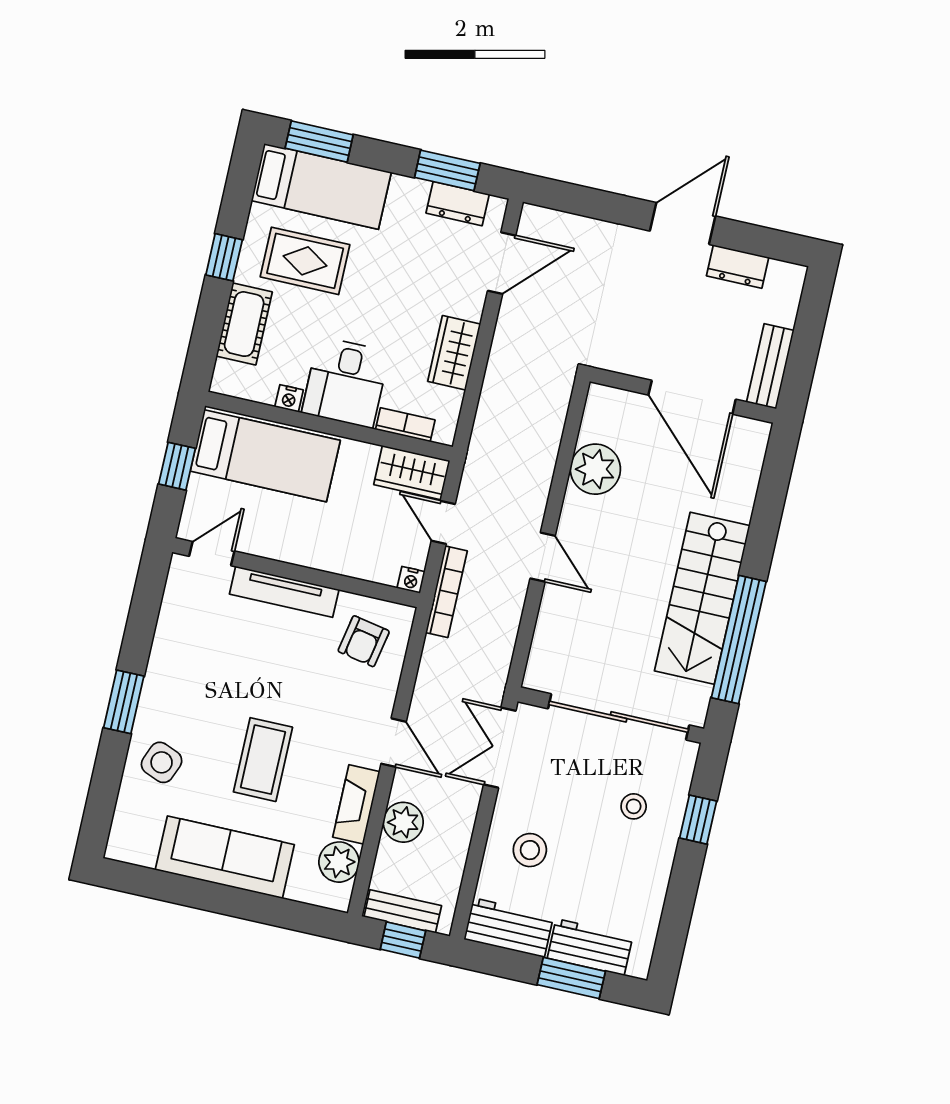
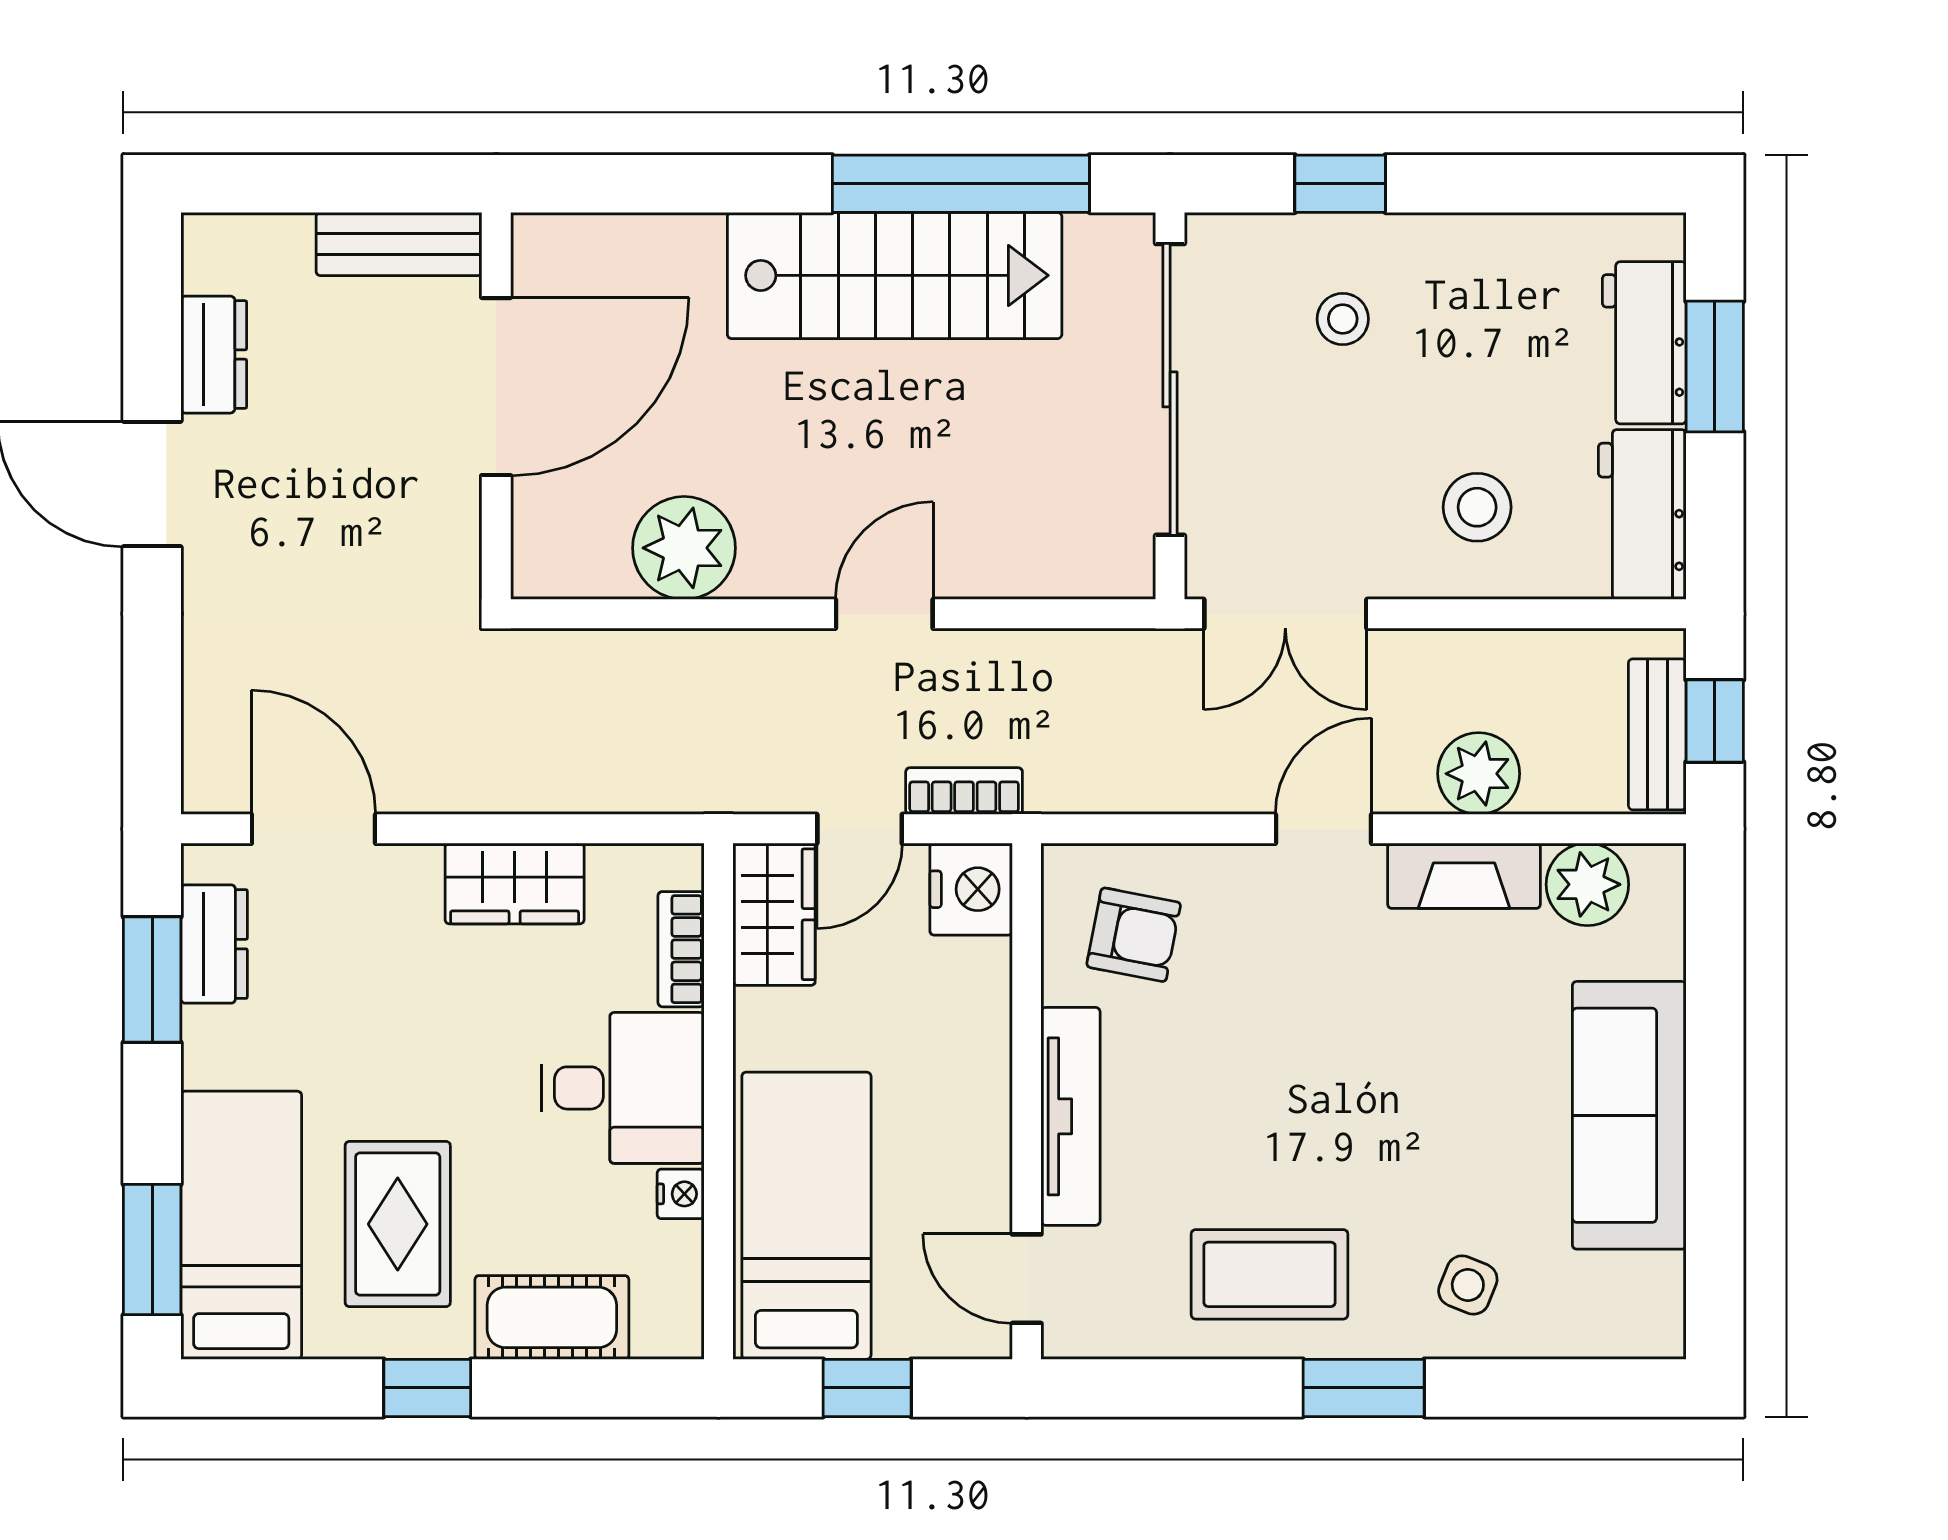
nightstand: (411, 580) -> (971, 889), width x1.89, depth x1.79
bookcase: (446, 592) -> (964, 791), width x0.64
coffee table: (263, 760) -> (1270, 1274), moved
side table: (162, 762) -> (1468, 1285), width x0.73, depth x0.73

